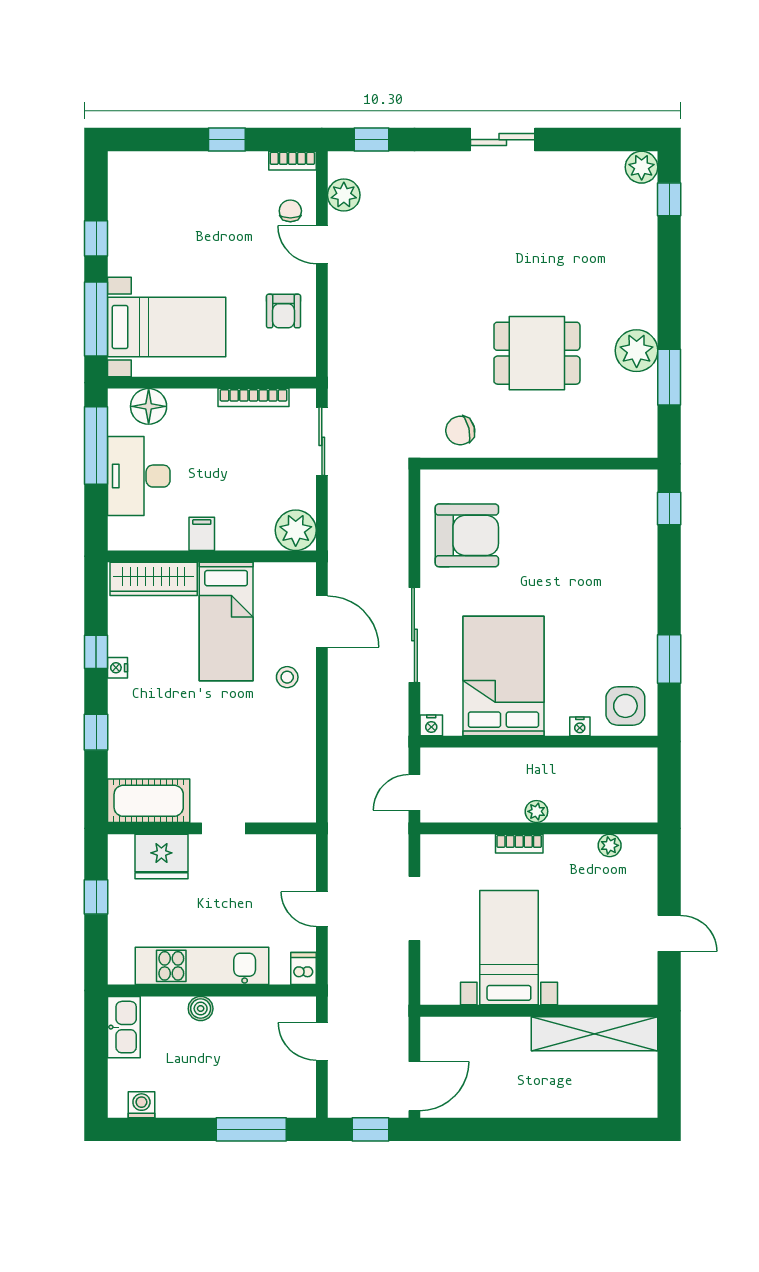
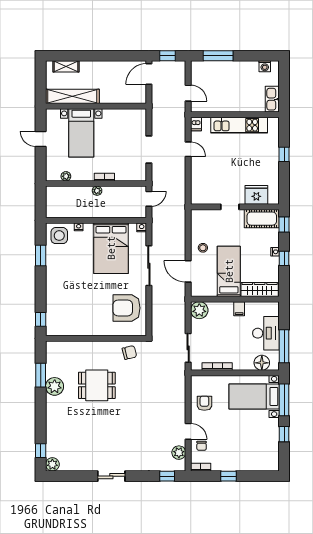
cot: (149, 801) -> (262, 219), moved
wall: (212, 828) -> (235, 207), moved
doorway: (223, 828) -> (230, 207), moved
fridge: (161, 857) -> (256, 195), moved
bed with nightstands: (509, 948) -> (81, 133), moved
boiler: (201, 1009) -> (240, 107), removed
shelving: (609, 1104) -> (66, 66), added

